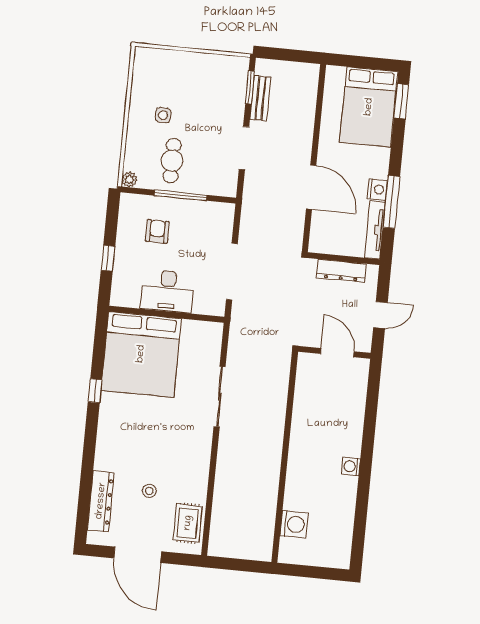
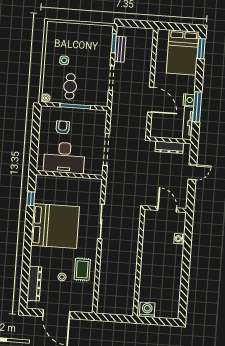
window: (108, 258) -> (35, 144), removed
desk: (167, 291) -> (64, 158), width x1.36, depth x1.30
wall: (334, 352) -> (165, 209), moved
door: (337, 353) -> (167, 209), moved
bed: (141, 354) -> (55, 226), moved, turned -90
window: (95, 391) -> (31, 199), moved
washing machine: (351, 466) -> (179, 239), moved
rug: (188, 523) -> (82, 269), moved
washing machine: (294, 524) -> (147, 310), moved, turned -90

